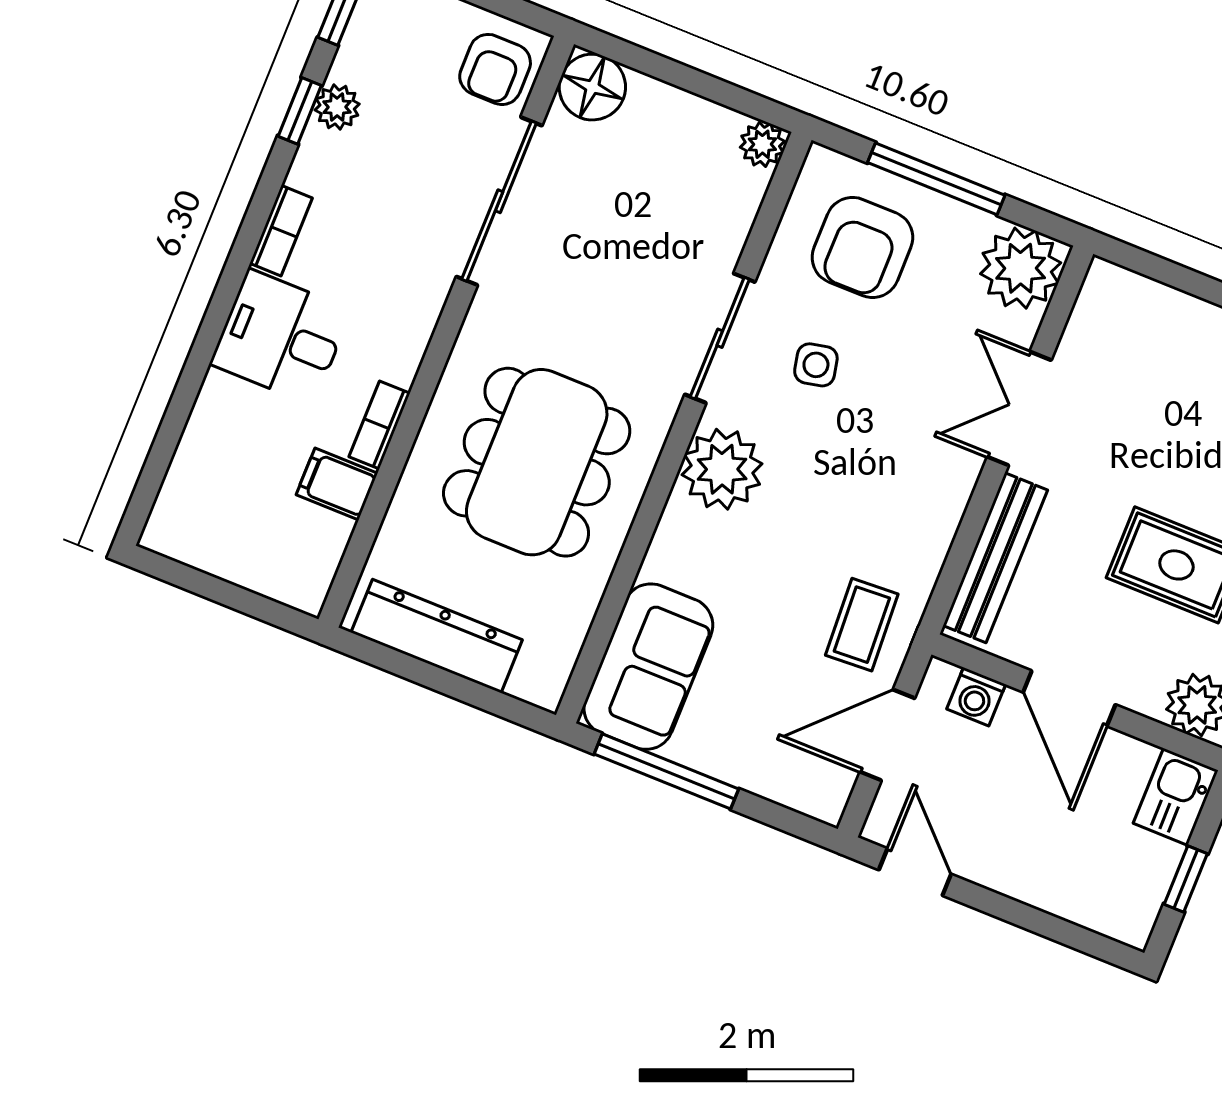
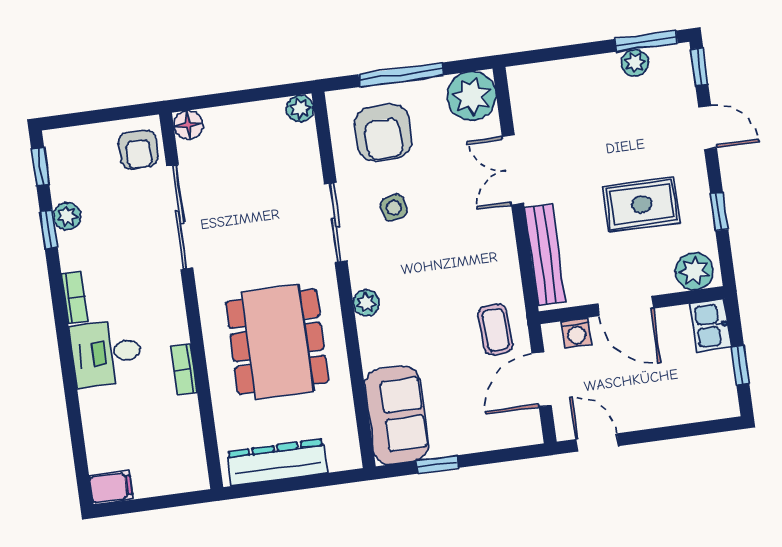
floor lamp: (592, 87) -> (188, 125), width x0.73, depth x0.73
plant: (722, 469) -> (366, 303), width x0.53, depth x0.53
filing cabinet: (337, 484) -> (111, 487), moved, turned 180
window: (666, 771) -> (437, 464), width x0.46

